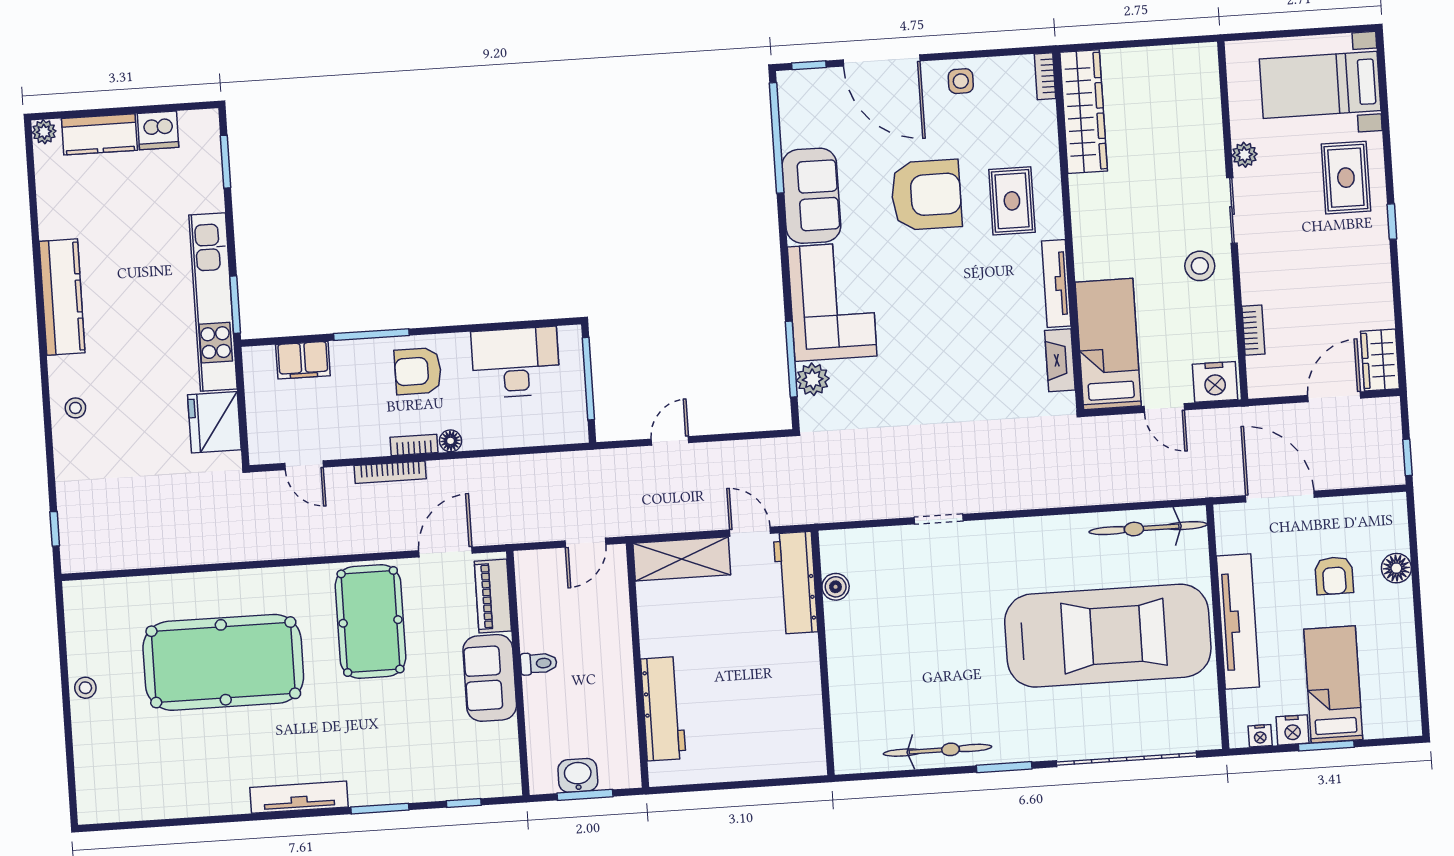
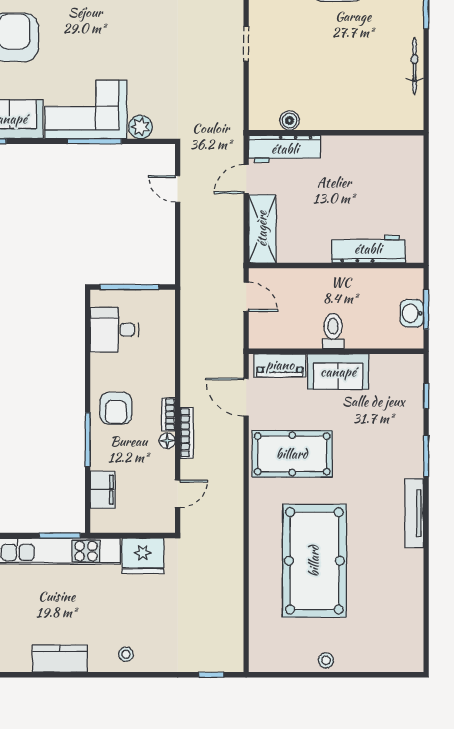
kitchen counter: (62, 297) -> (60, 658), width x0.67
window: (791, 359) -> (94, 141), moved
desk: (516, 362) -> (114, 330), width x0.73
floor lamp: (451, 441) -> (167, 441), moved
door: (670, 441) -> (178, 189), moved
toilet: (539, 663) -> (333, 331), width x1.37, depth x1.39
bicycle: (938, 750) -> (415, 66), width x0.73, depth x0.71

